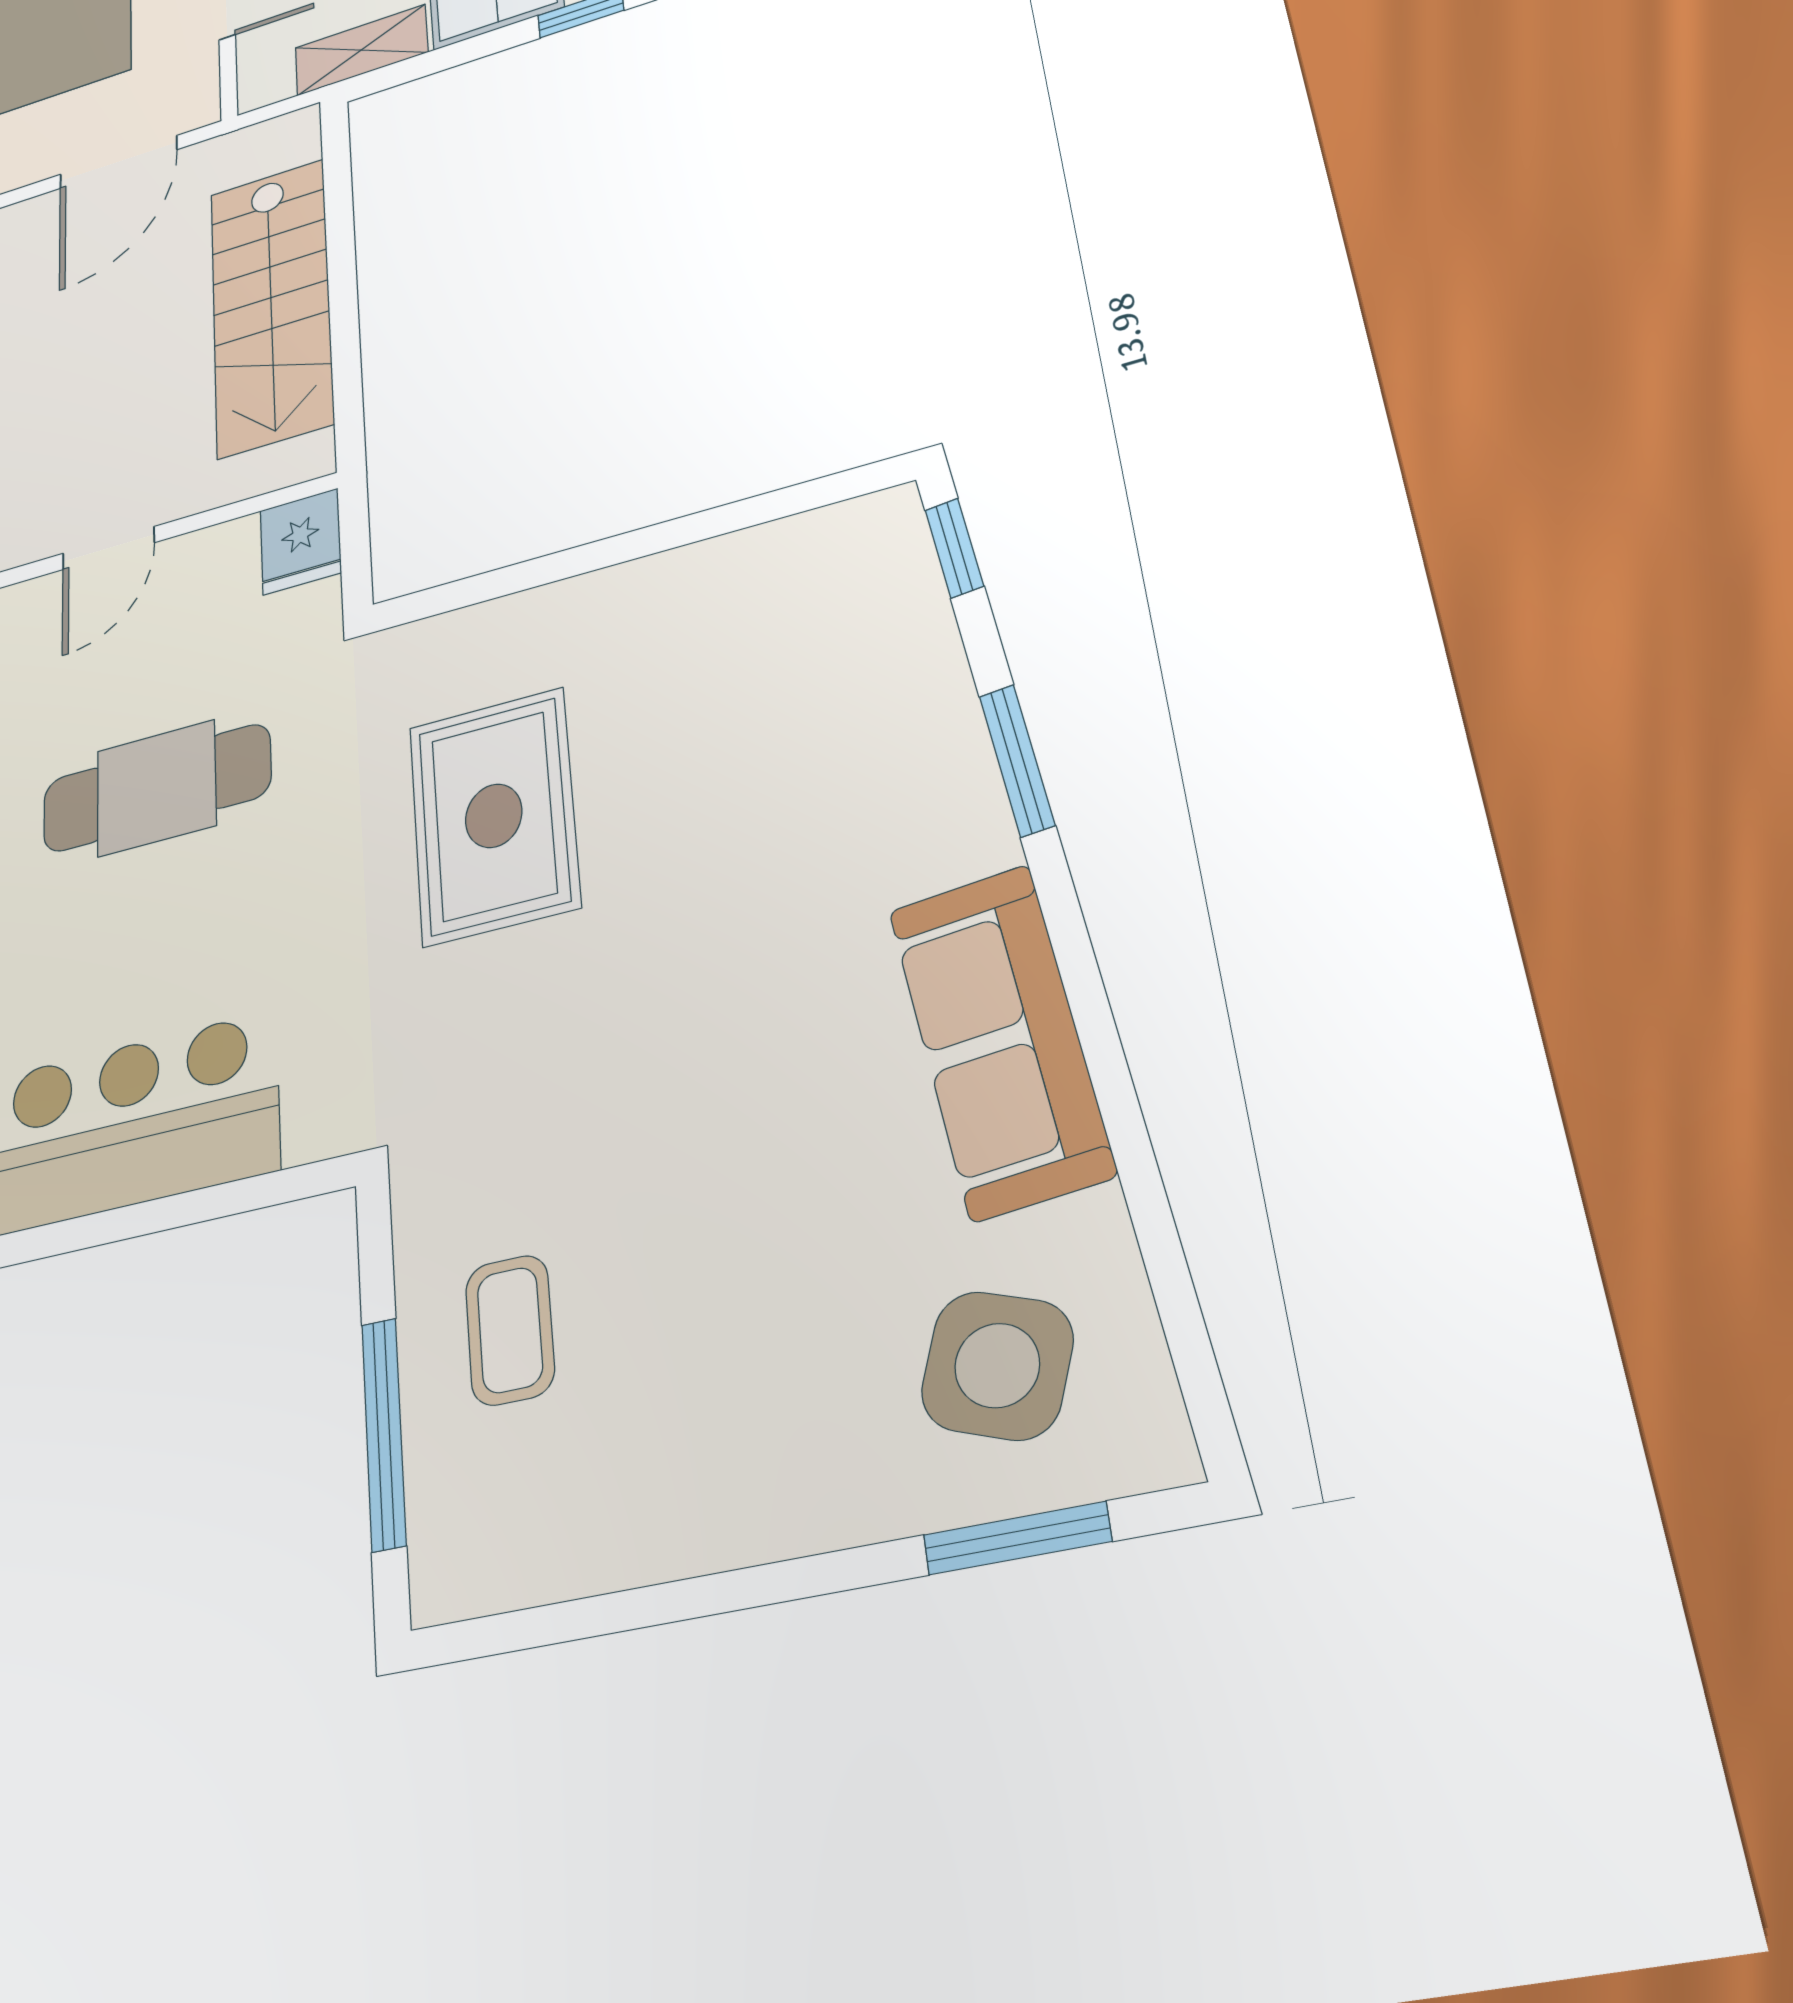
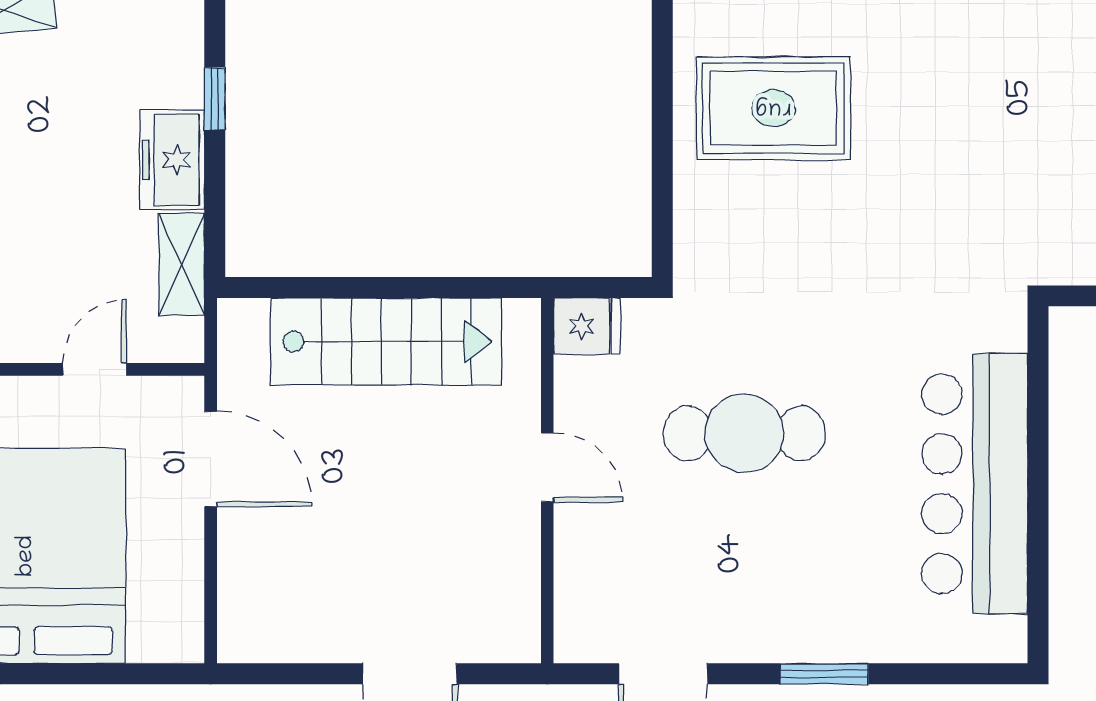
cafe table: (156, 788) -> (744, 433), turned 90
rug: (494, 816) -> (773, 108), moved

